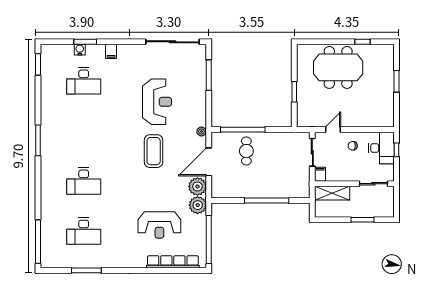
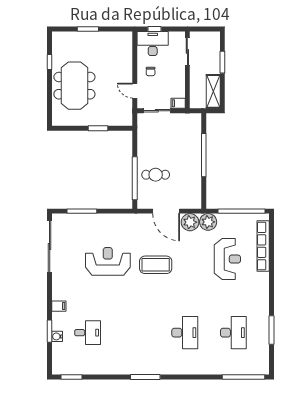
desk: (84, 81) -> (88, 333), width x0.73
plant: (201, 131) -> (137, 218), removed
shelving: (332, 193) -> (213, 91), moved

